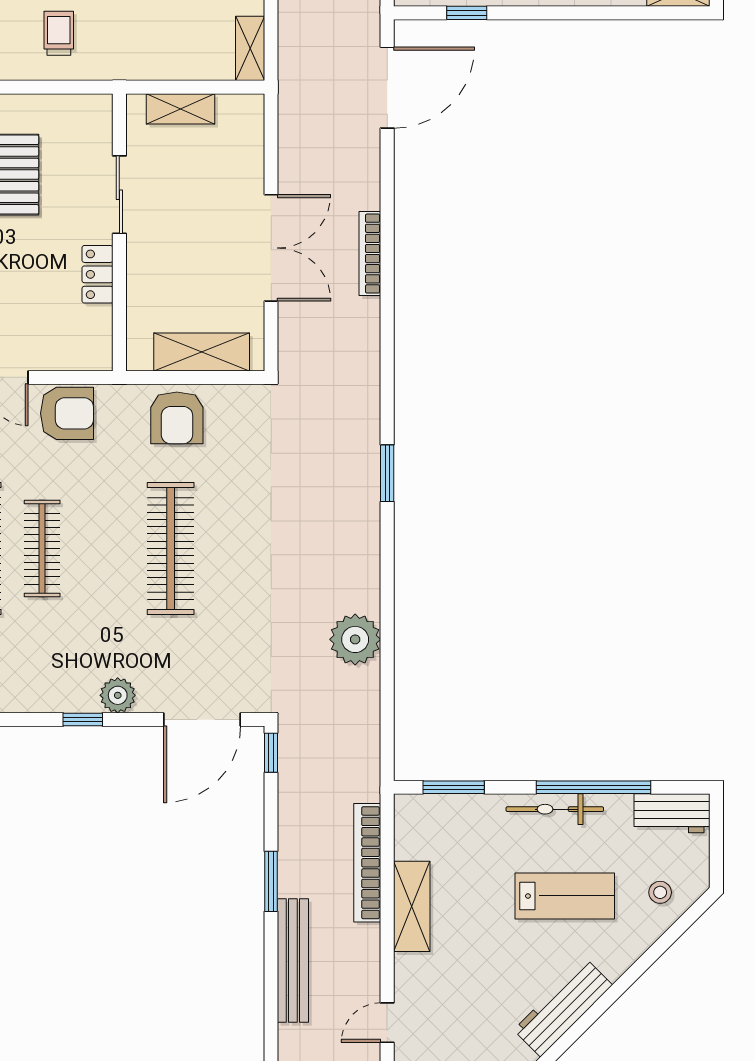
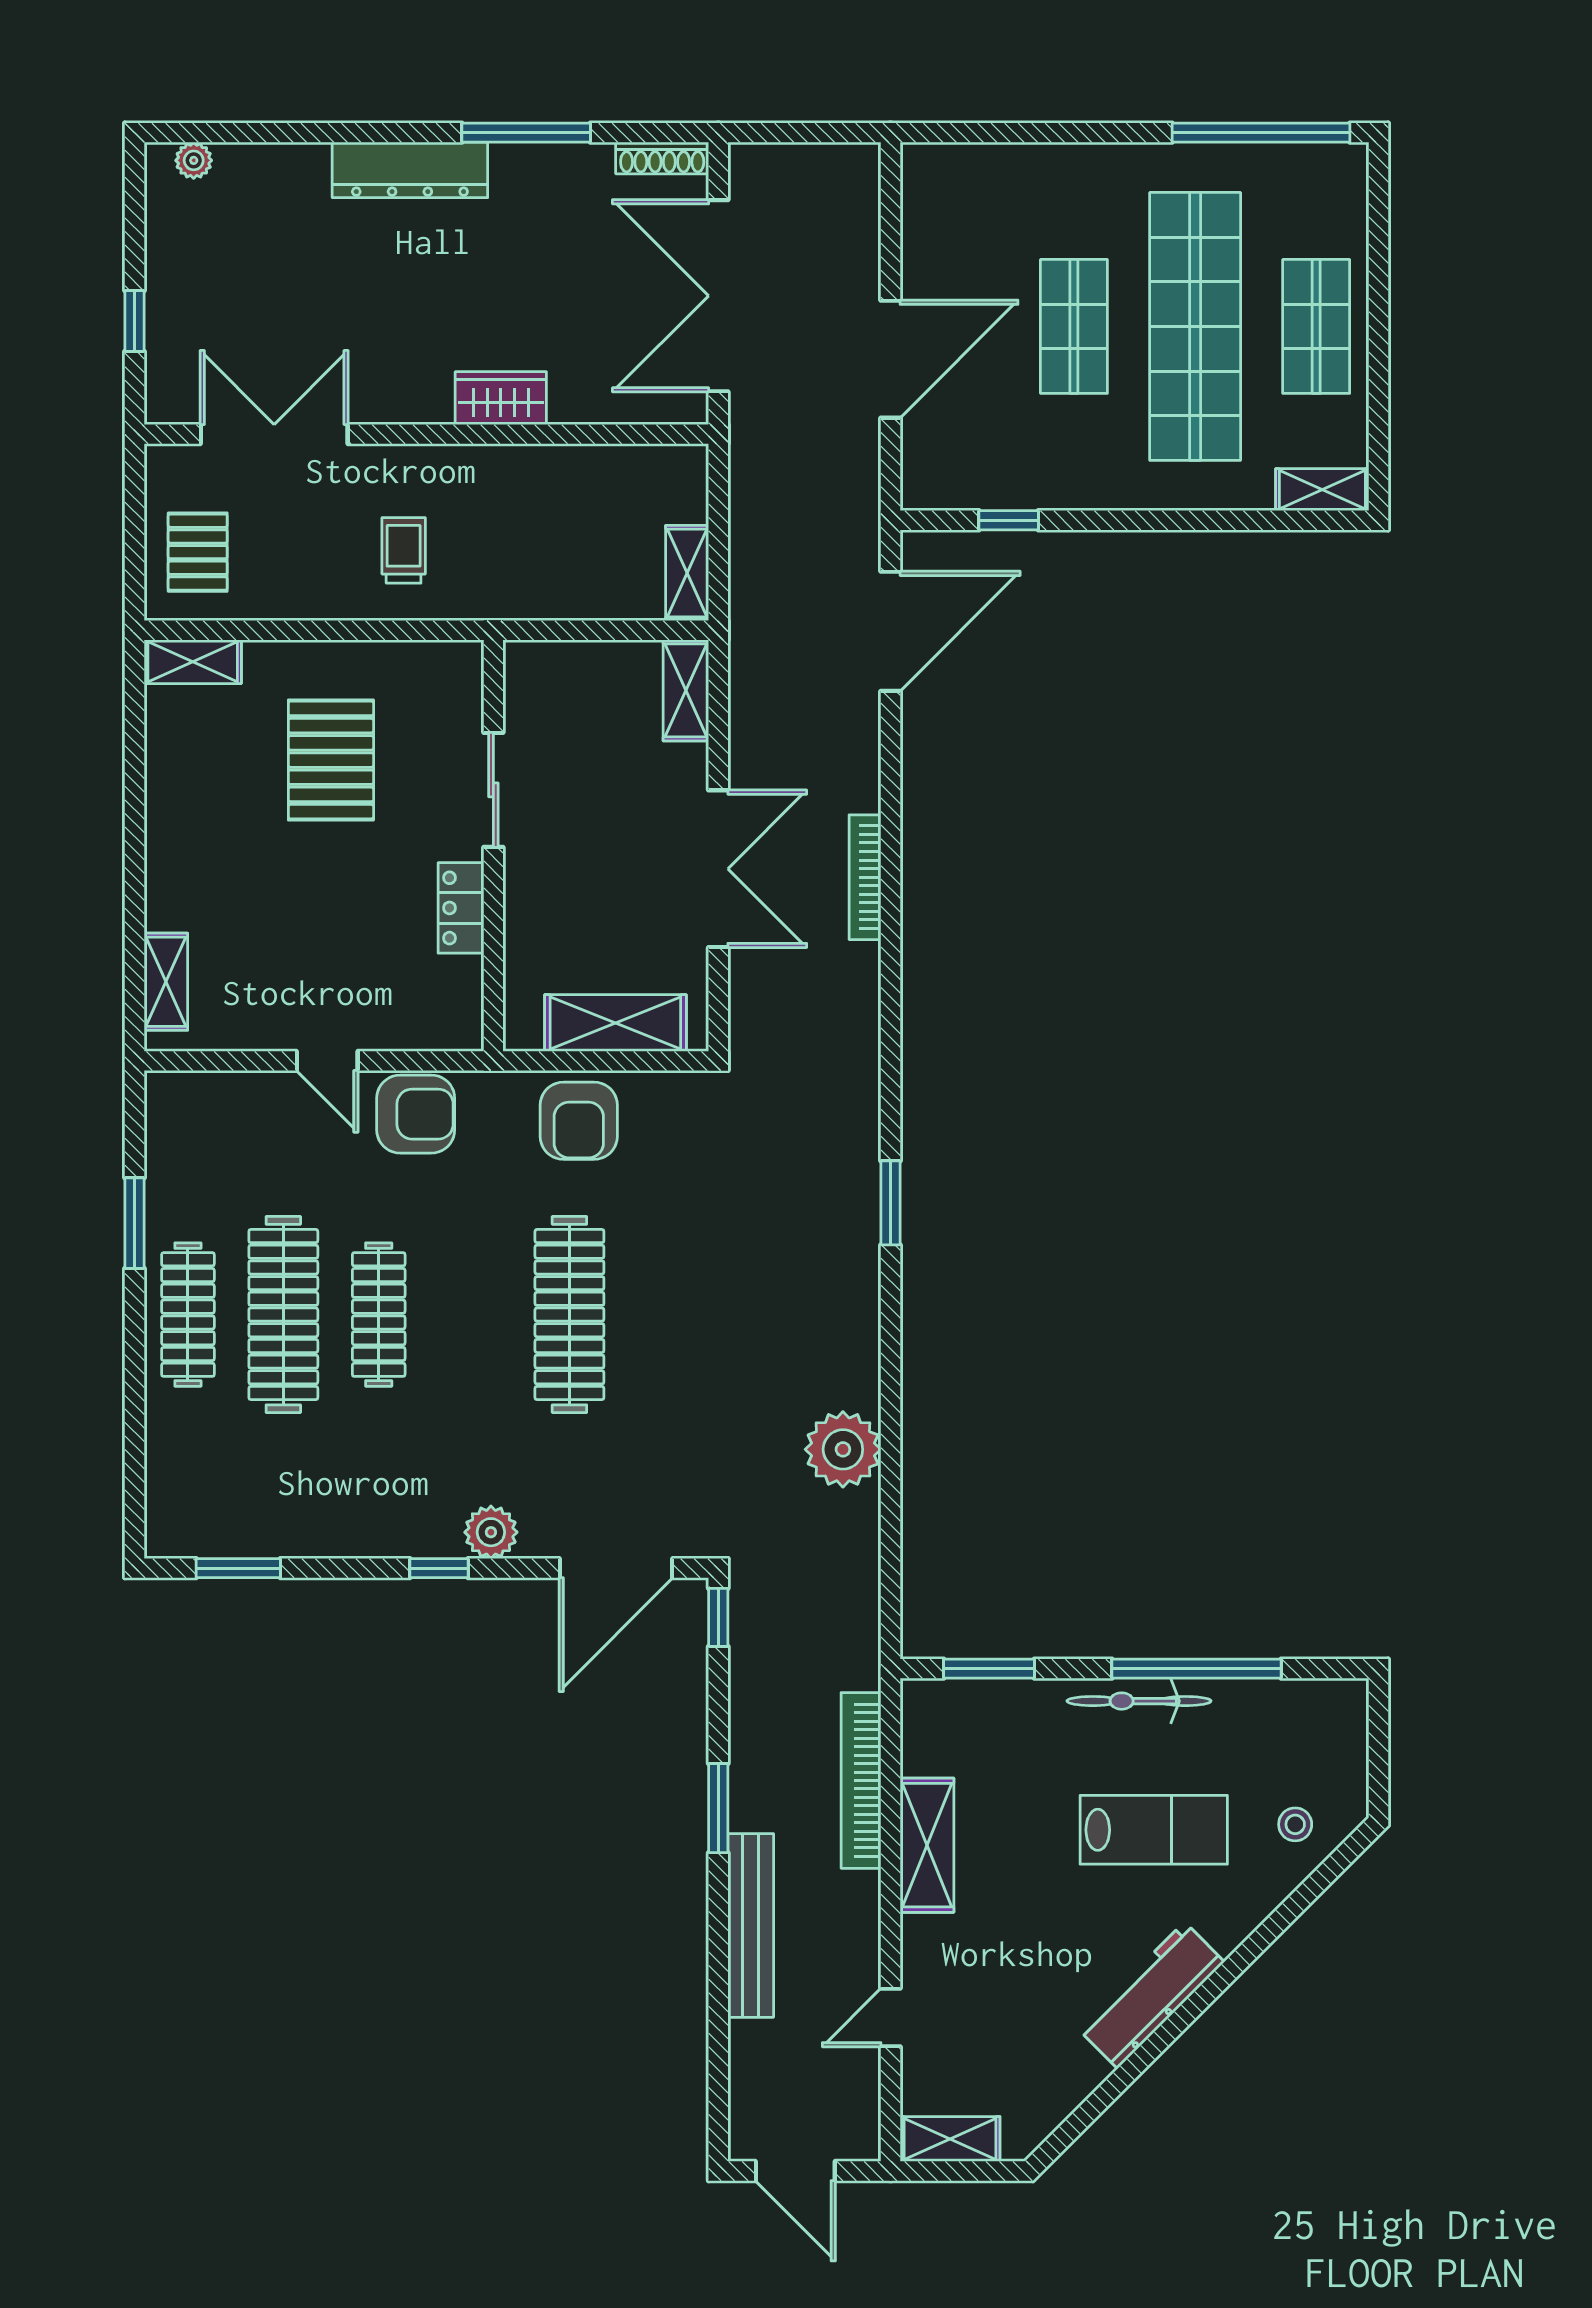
shelving: (181, 109) -> (686, 690), moved, turned 90
workbench: (672, 813) -> (1313, 1707), removed

